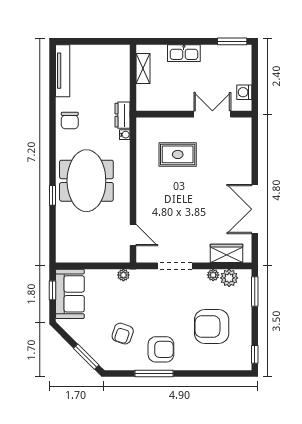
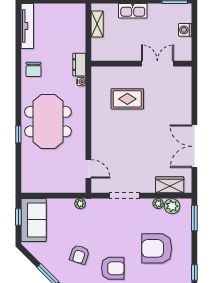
washing machine: (244, 92) -> (185, 30), moved

